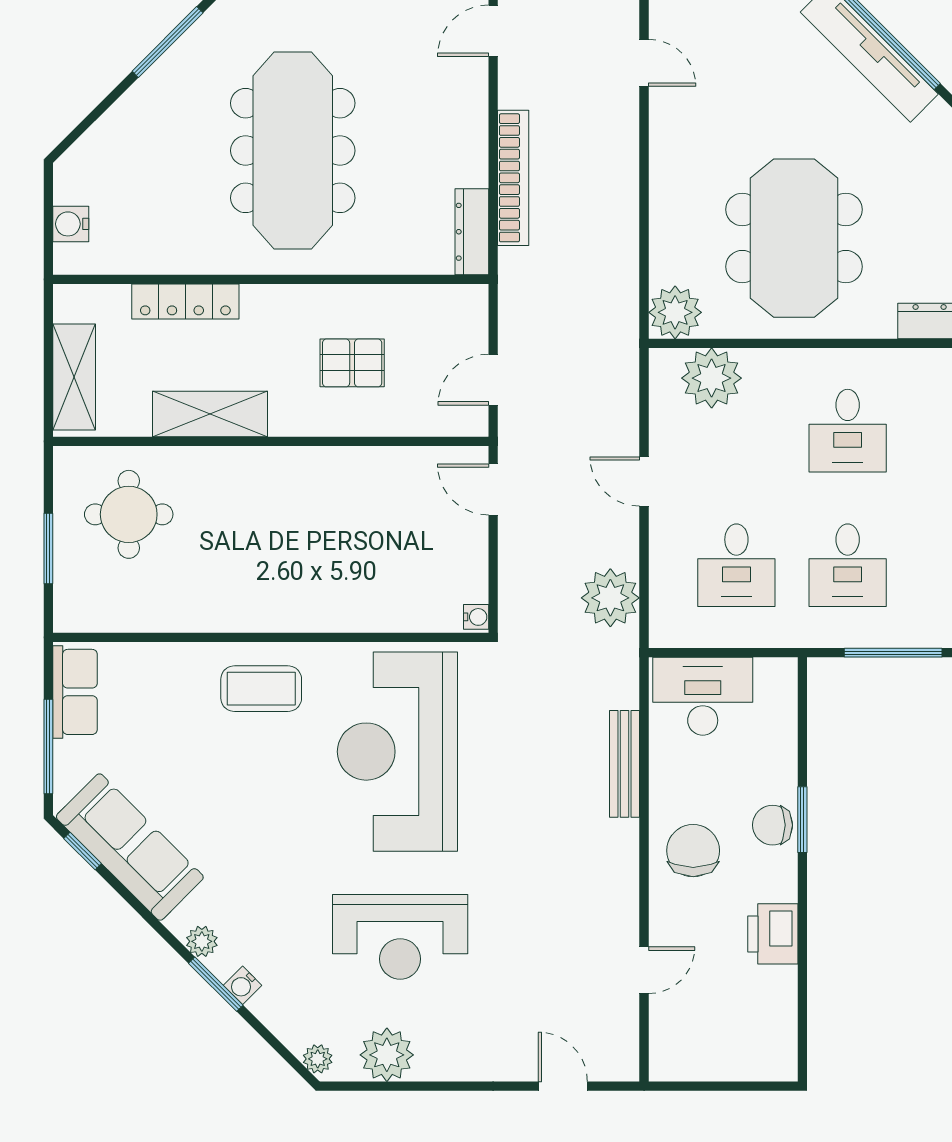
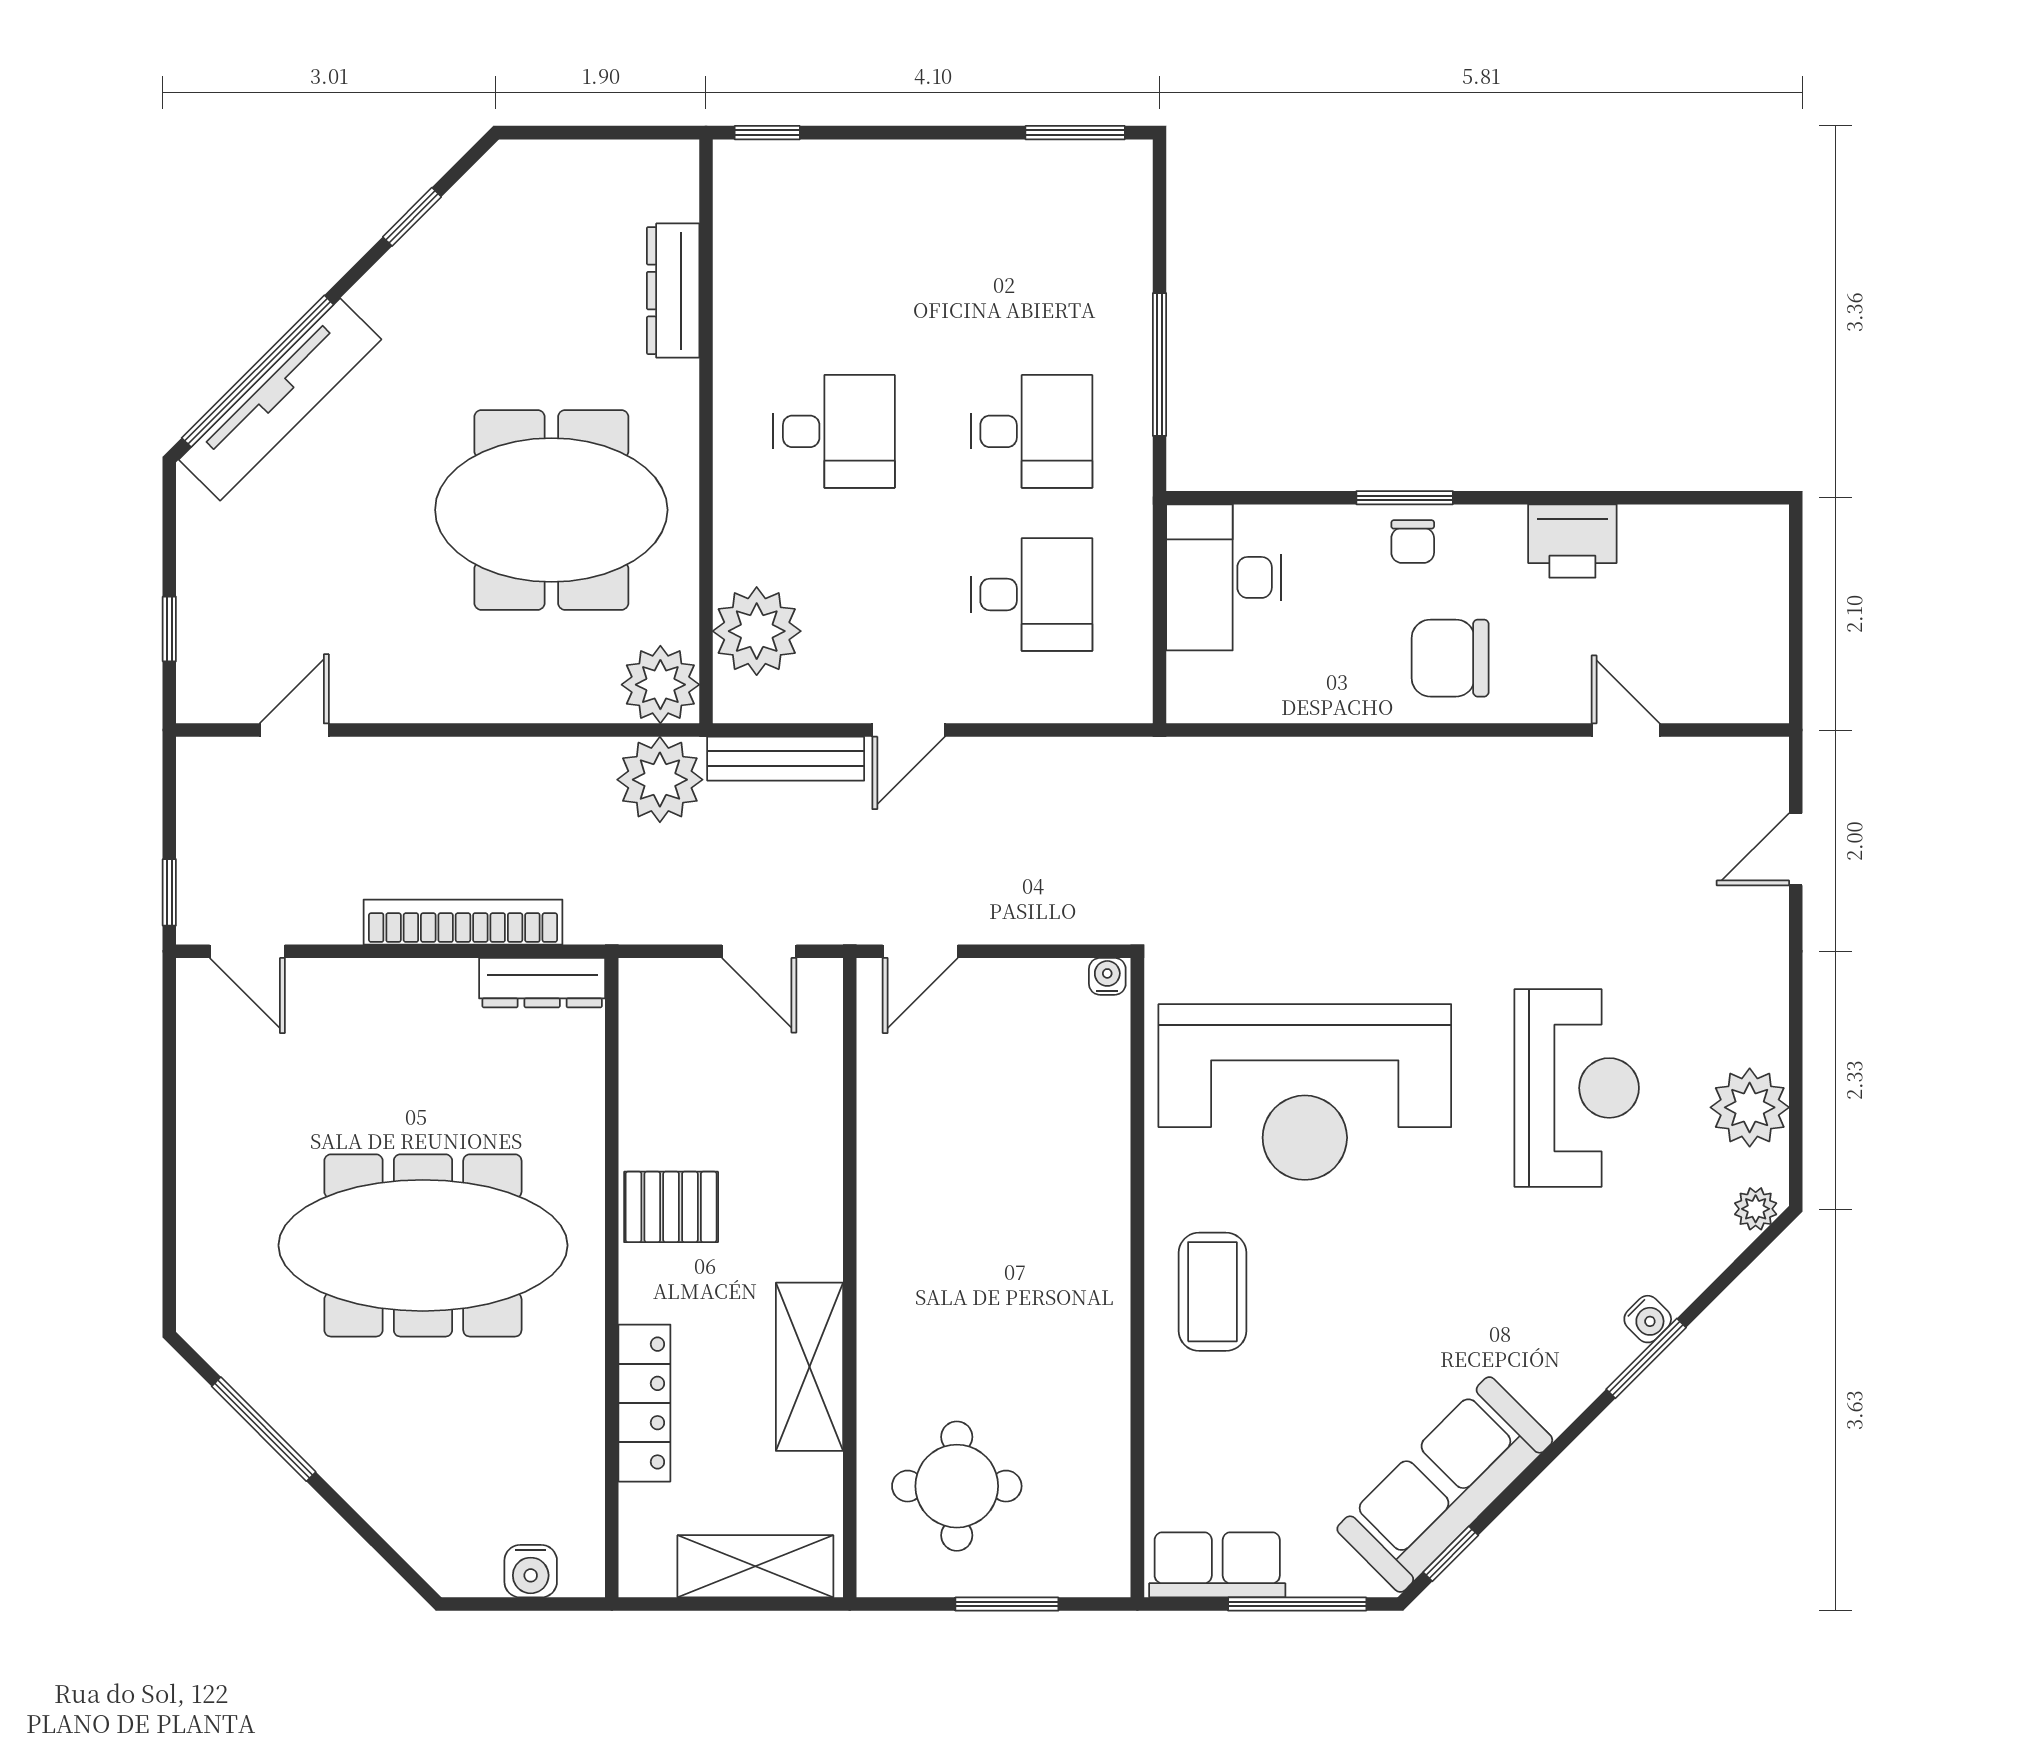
pallet: (352, 363) -> (671, 1207), moved, turned 90
plant: (610, 598) -> (660, 780), moved
desk: (703, 696) -> (1224, 577), moved
bench: (625, 764) -> (786, 759), moved
chair: (773, 825) -> (1413, 542), width x0.73, depth x0.73
plant: (202, 941) -> (1583, 1379), removed

